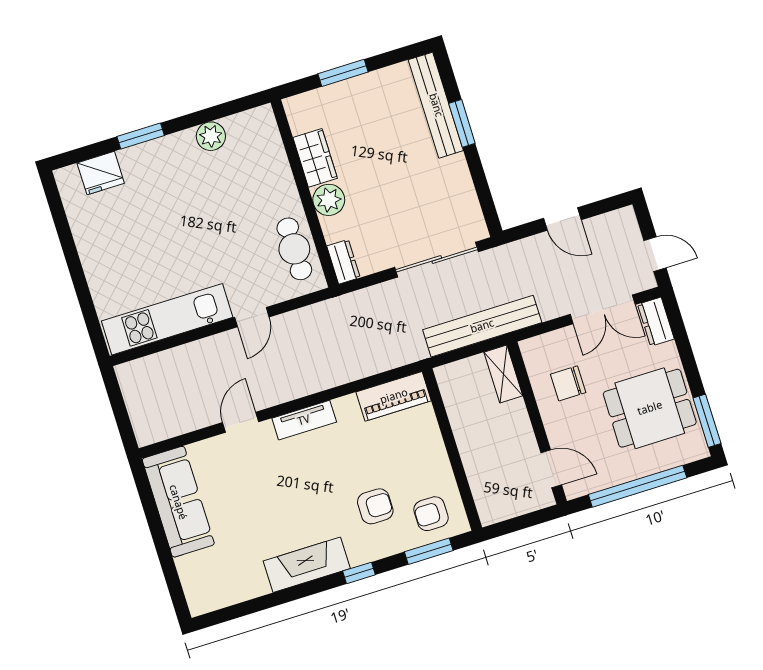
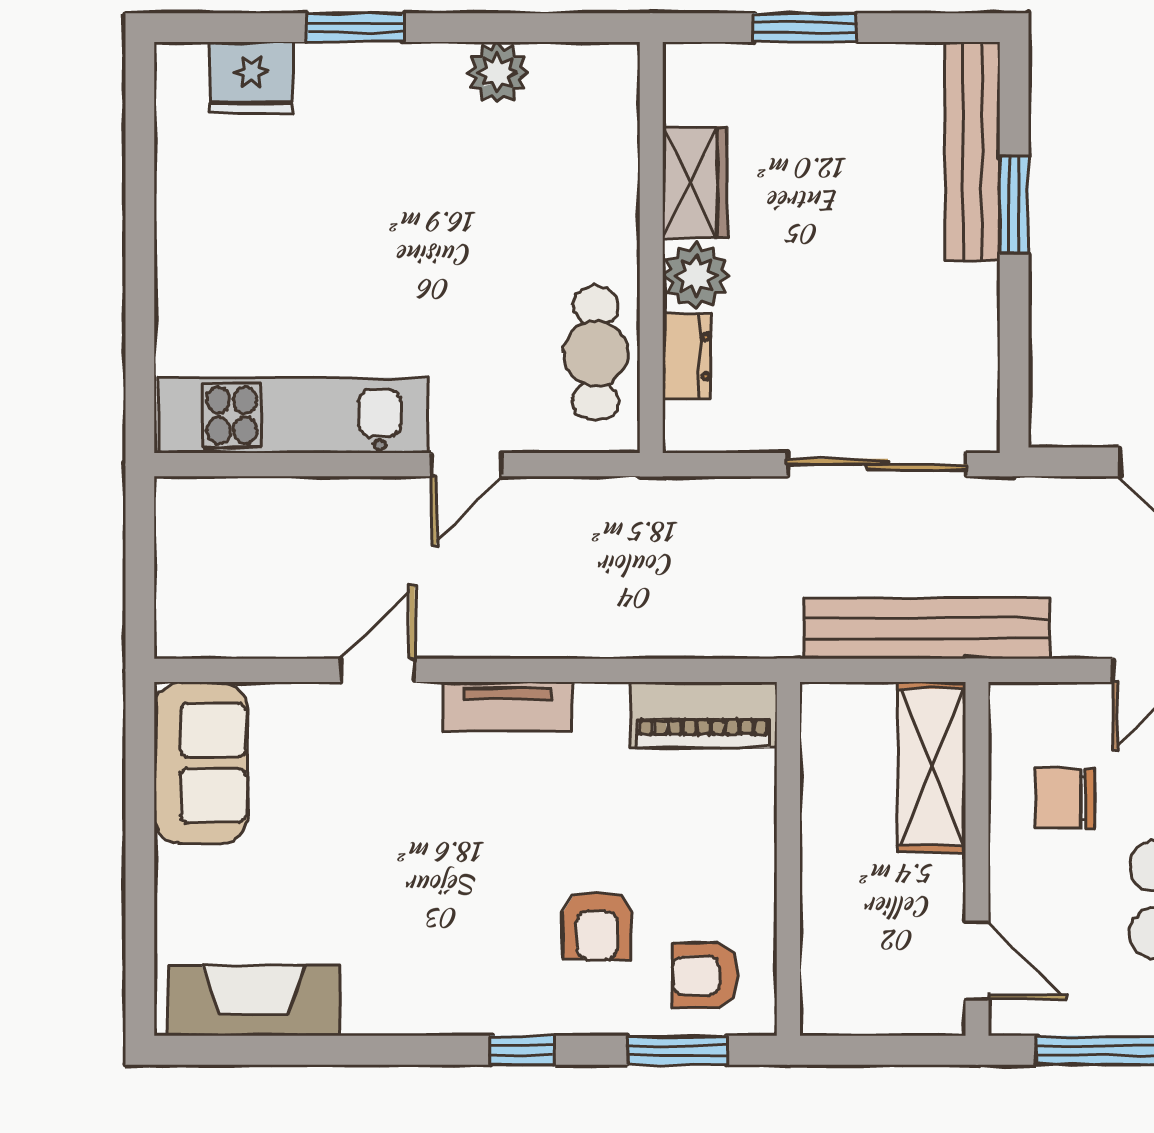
dresser: (343, 262) -> (687, 357), moved
shelving: (503, 374) -> (931, 767), width x1.50, depth x1.33
sofa: (178, 502) -> (201, 763), width x0.73
armchair: (375, 506) -> (597, 926), turned 90
fireplace: (307, 565) -> (253, 1001), moved

